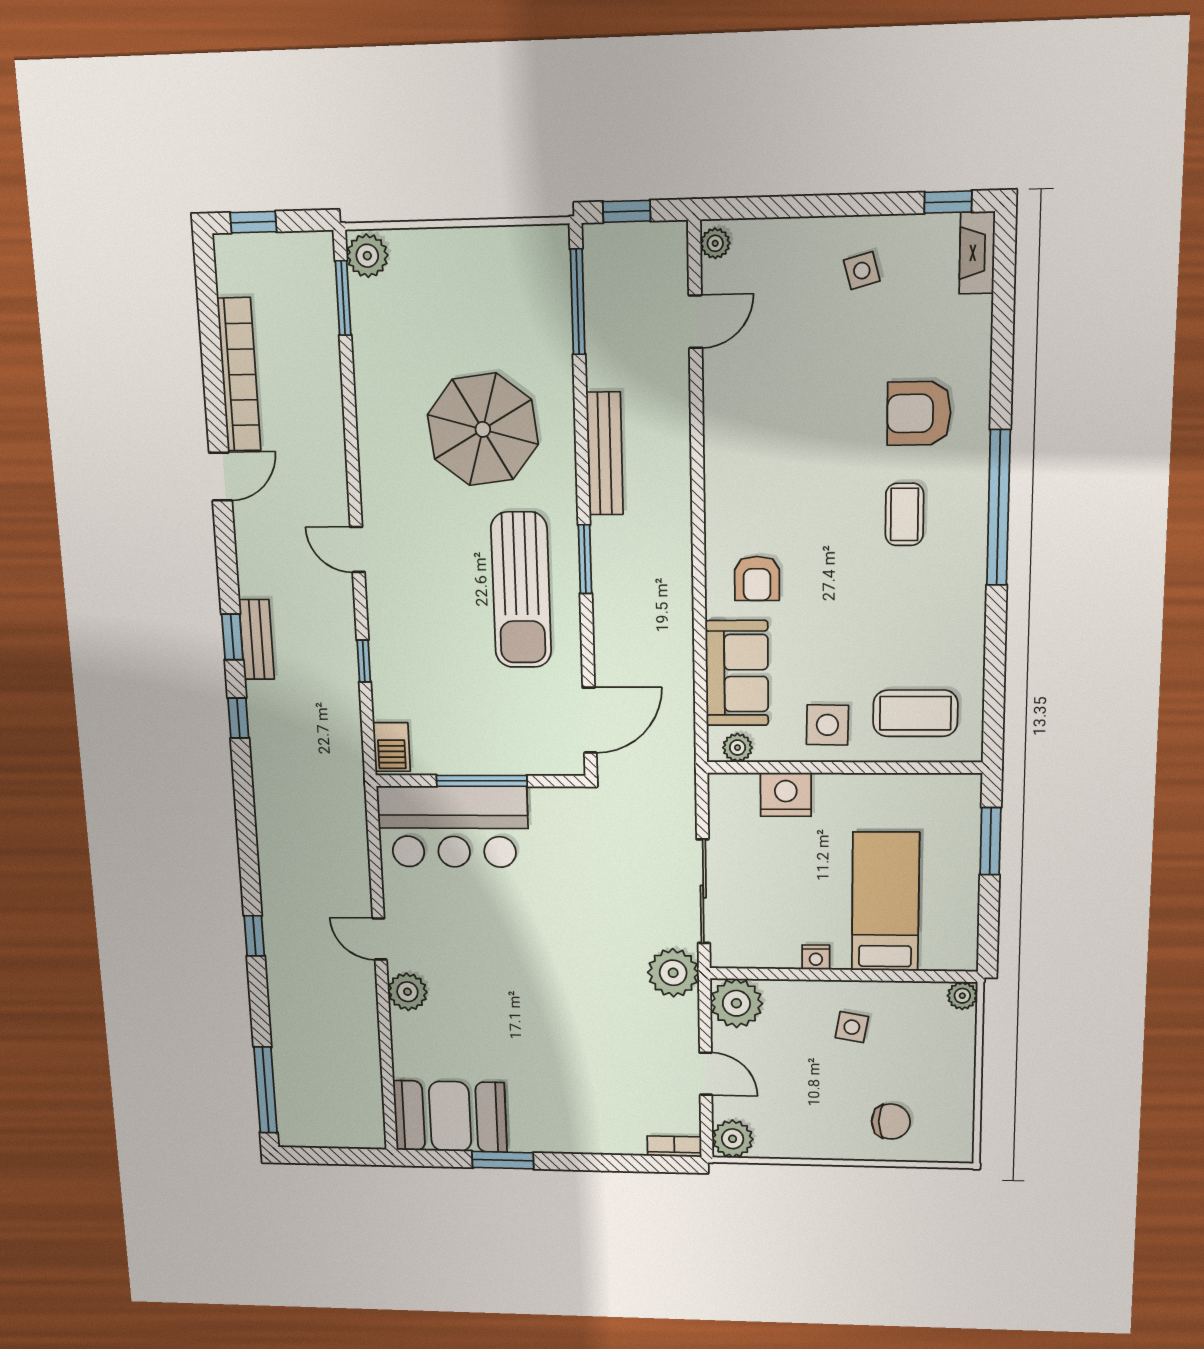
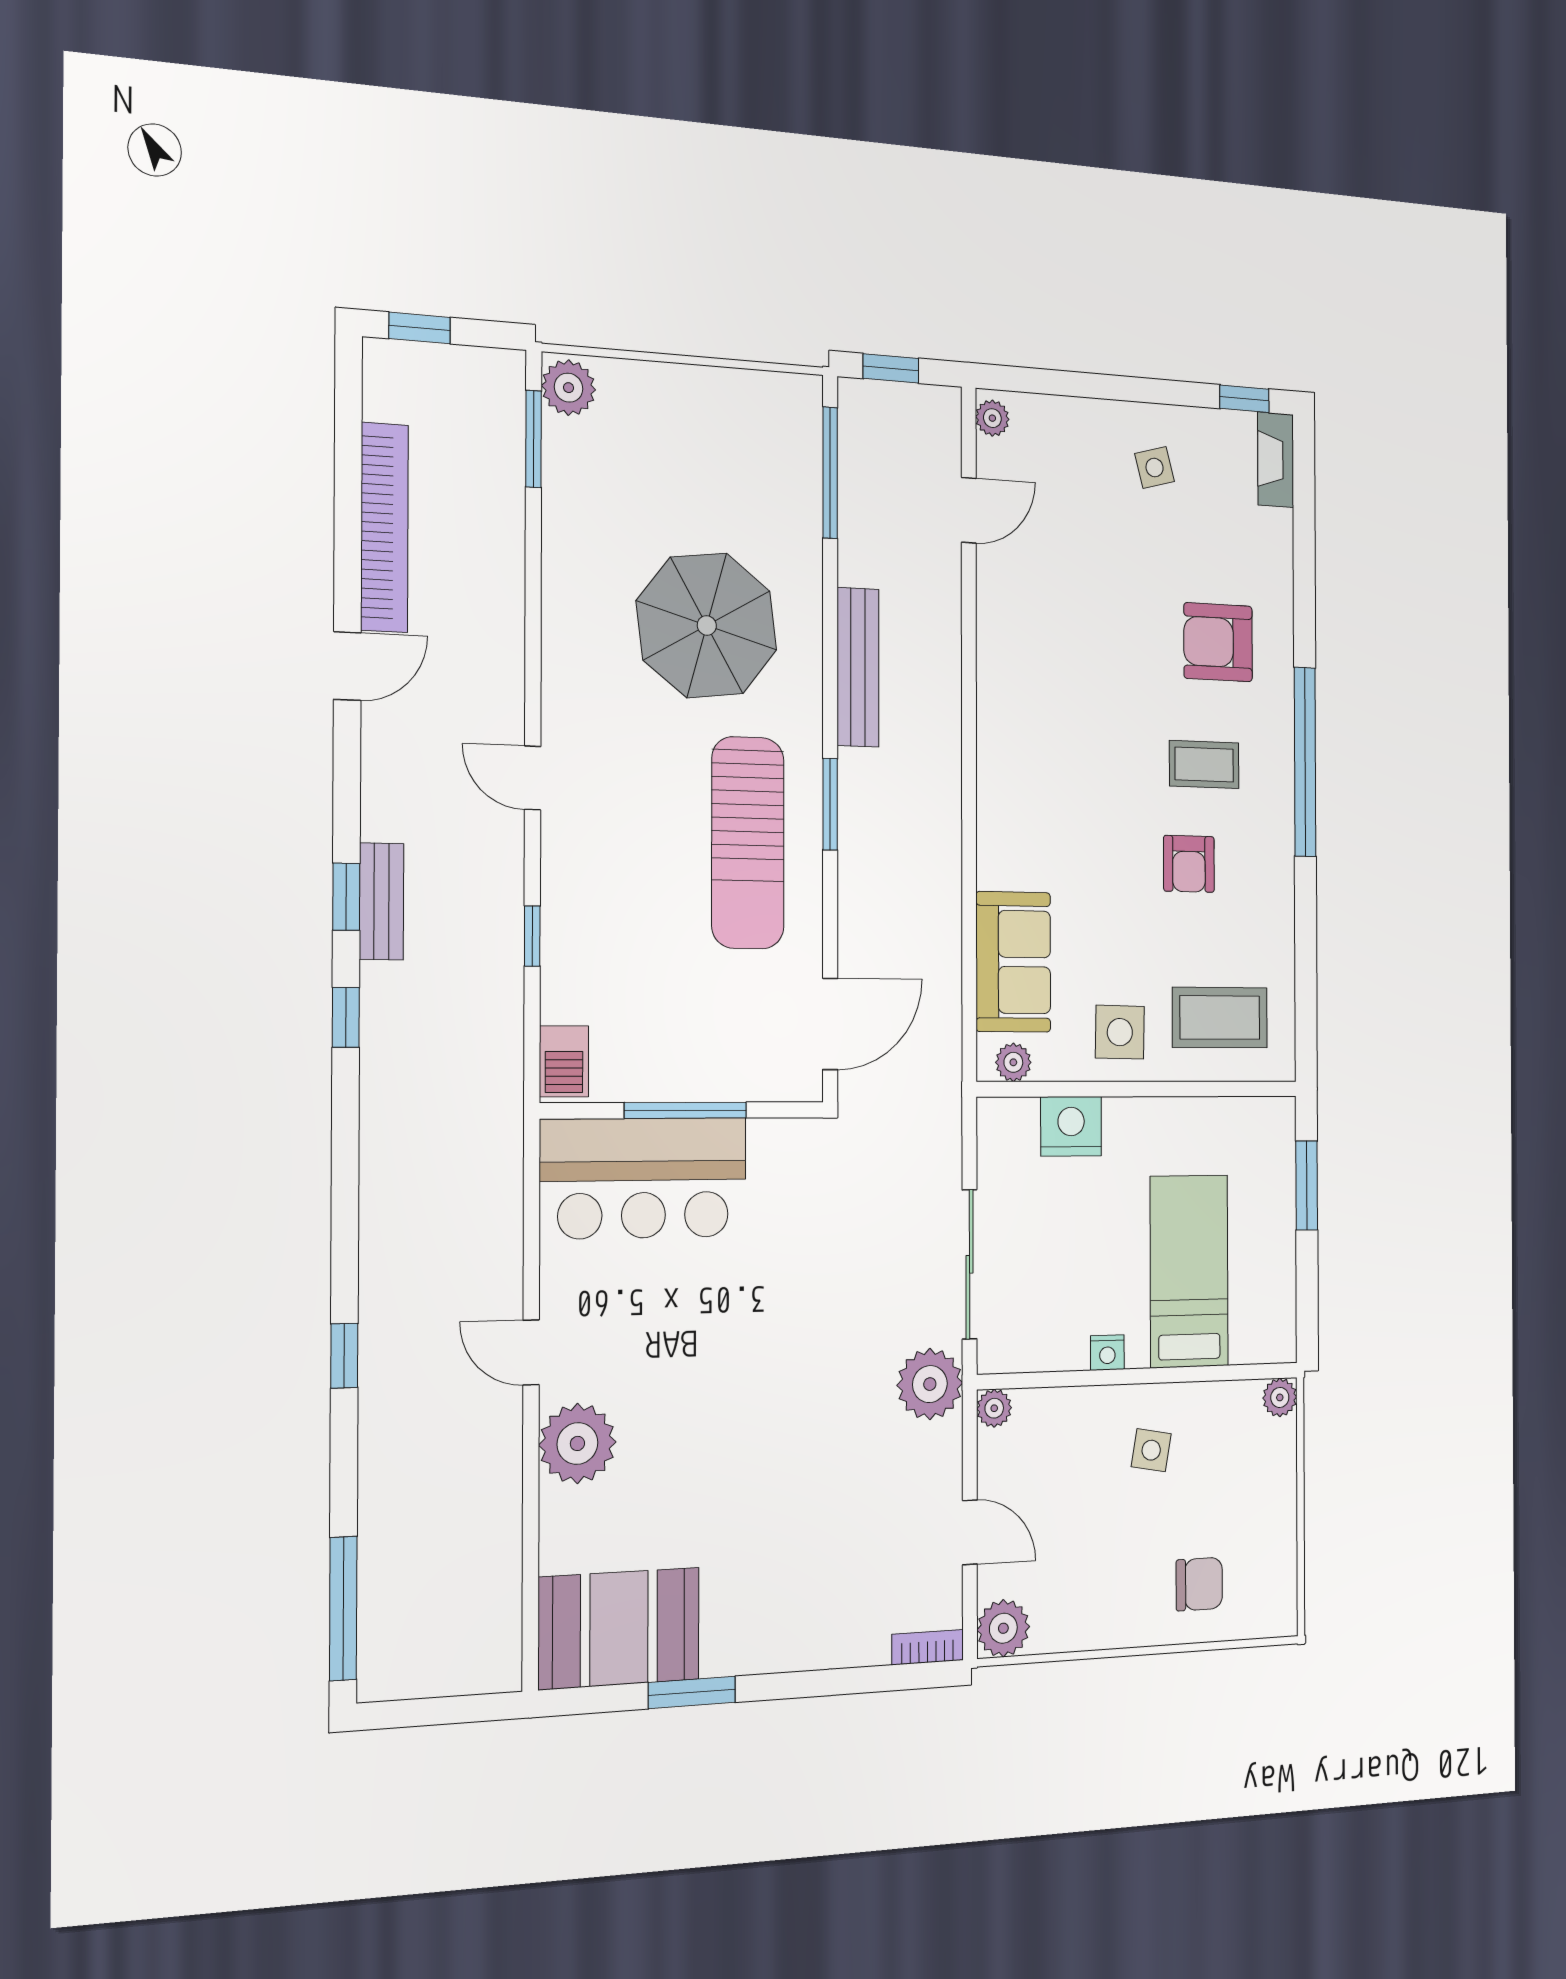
coffee table: (904, 514) -> (1204, 764), turned 90
armchair: (757, 578) -> (1189, 864), moved
plant: (407, 992) -> (577, 1443), width x1.36, depth x1.36
plant: (736, 1003) -> (994, 1408), width x0.53, depth x0.53

